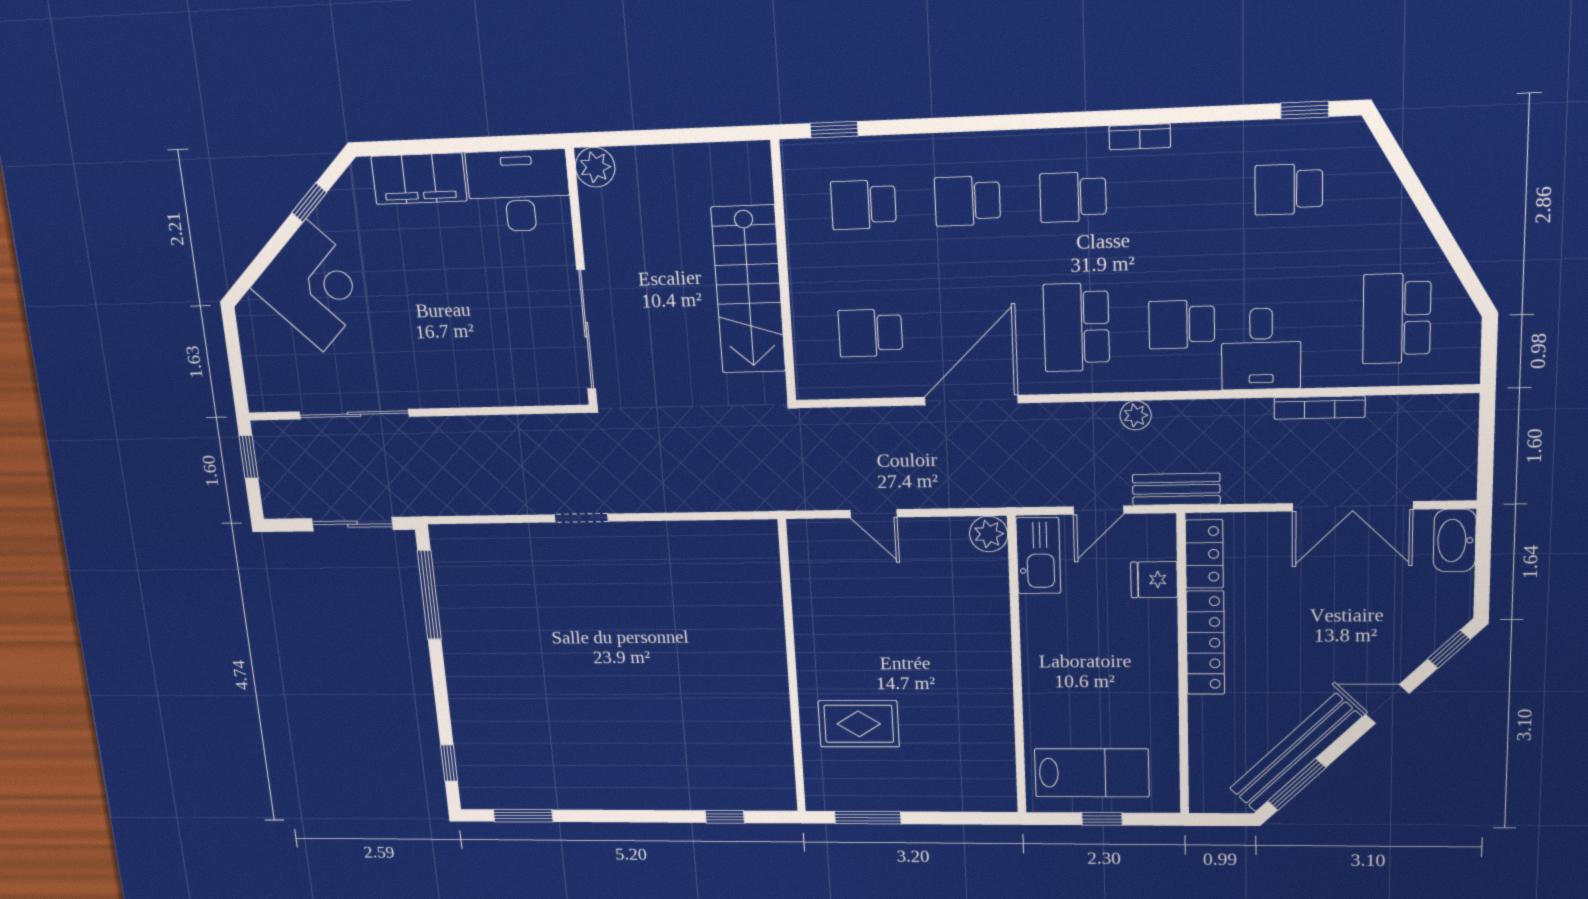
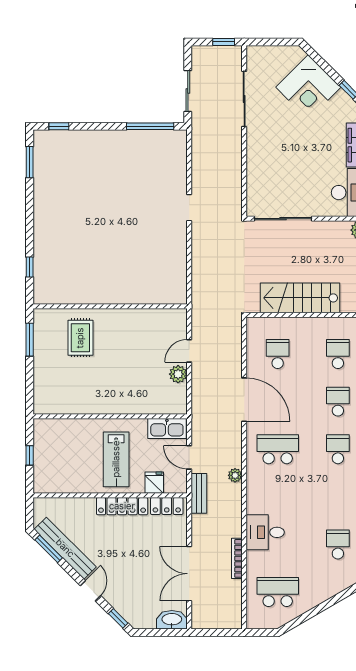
school desk: (1182, 324) -> (278, 497), removed
plant: (989, 534) -> (178, 374), moved
lab bench: (1092, 773) -> (116, 459), moved

